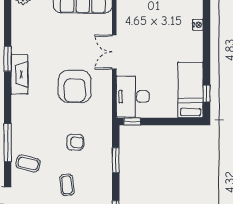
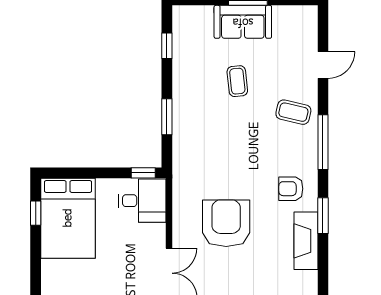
window: (8, 59) -> (323, 216), moved
bed: (190, 90) -> (68, 218), width x1.50
desk: (133, 97) -> (142, 201), width x0.73
armchair: (75, 142) -> (291, 189), moved

